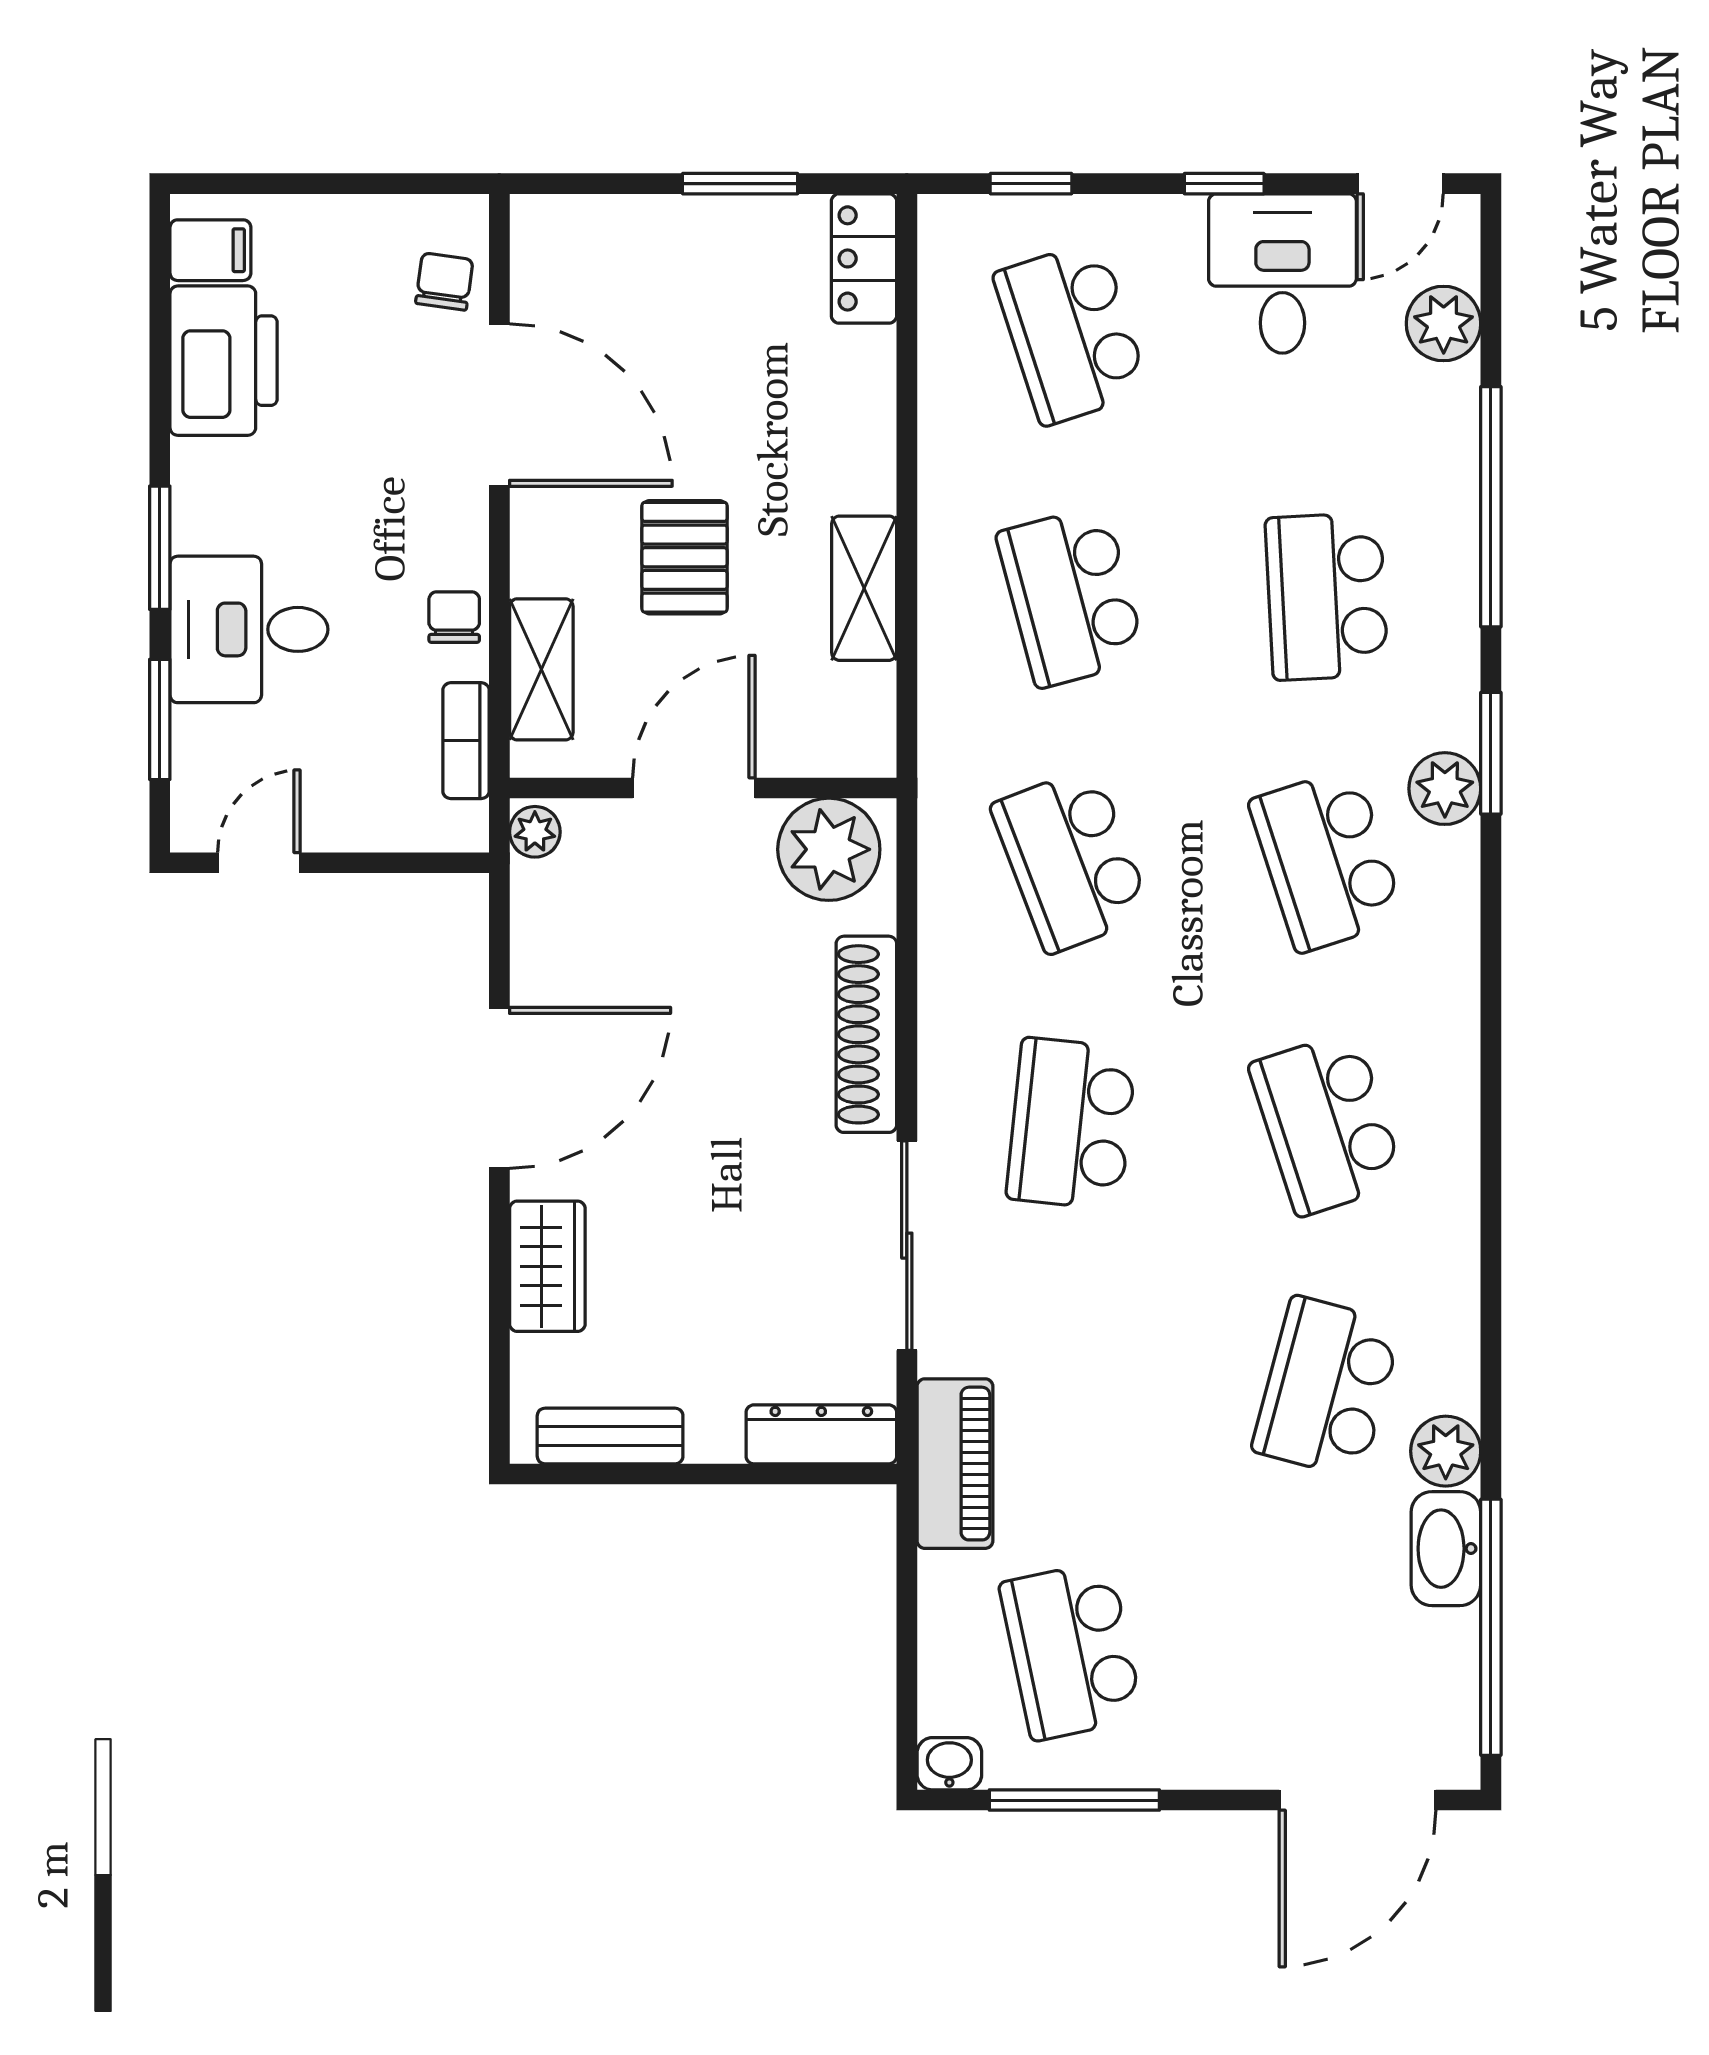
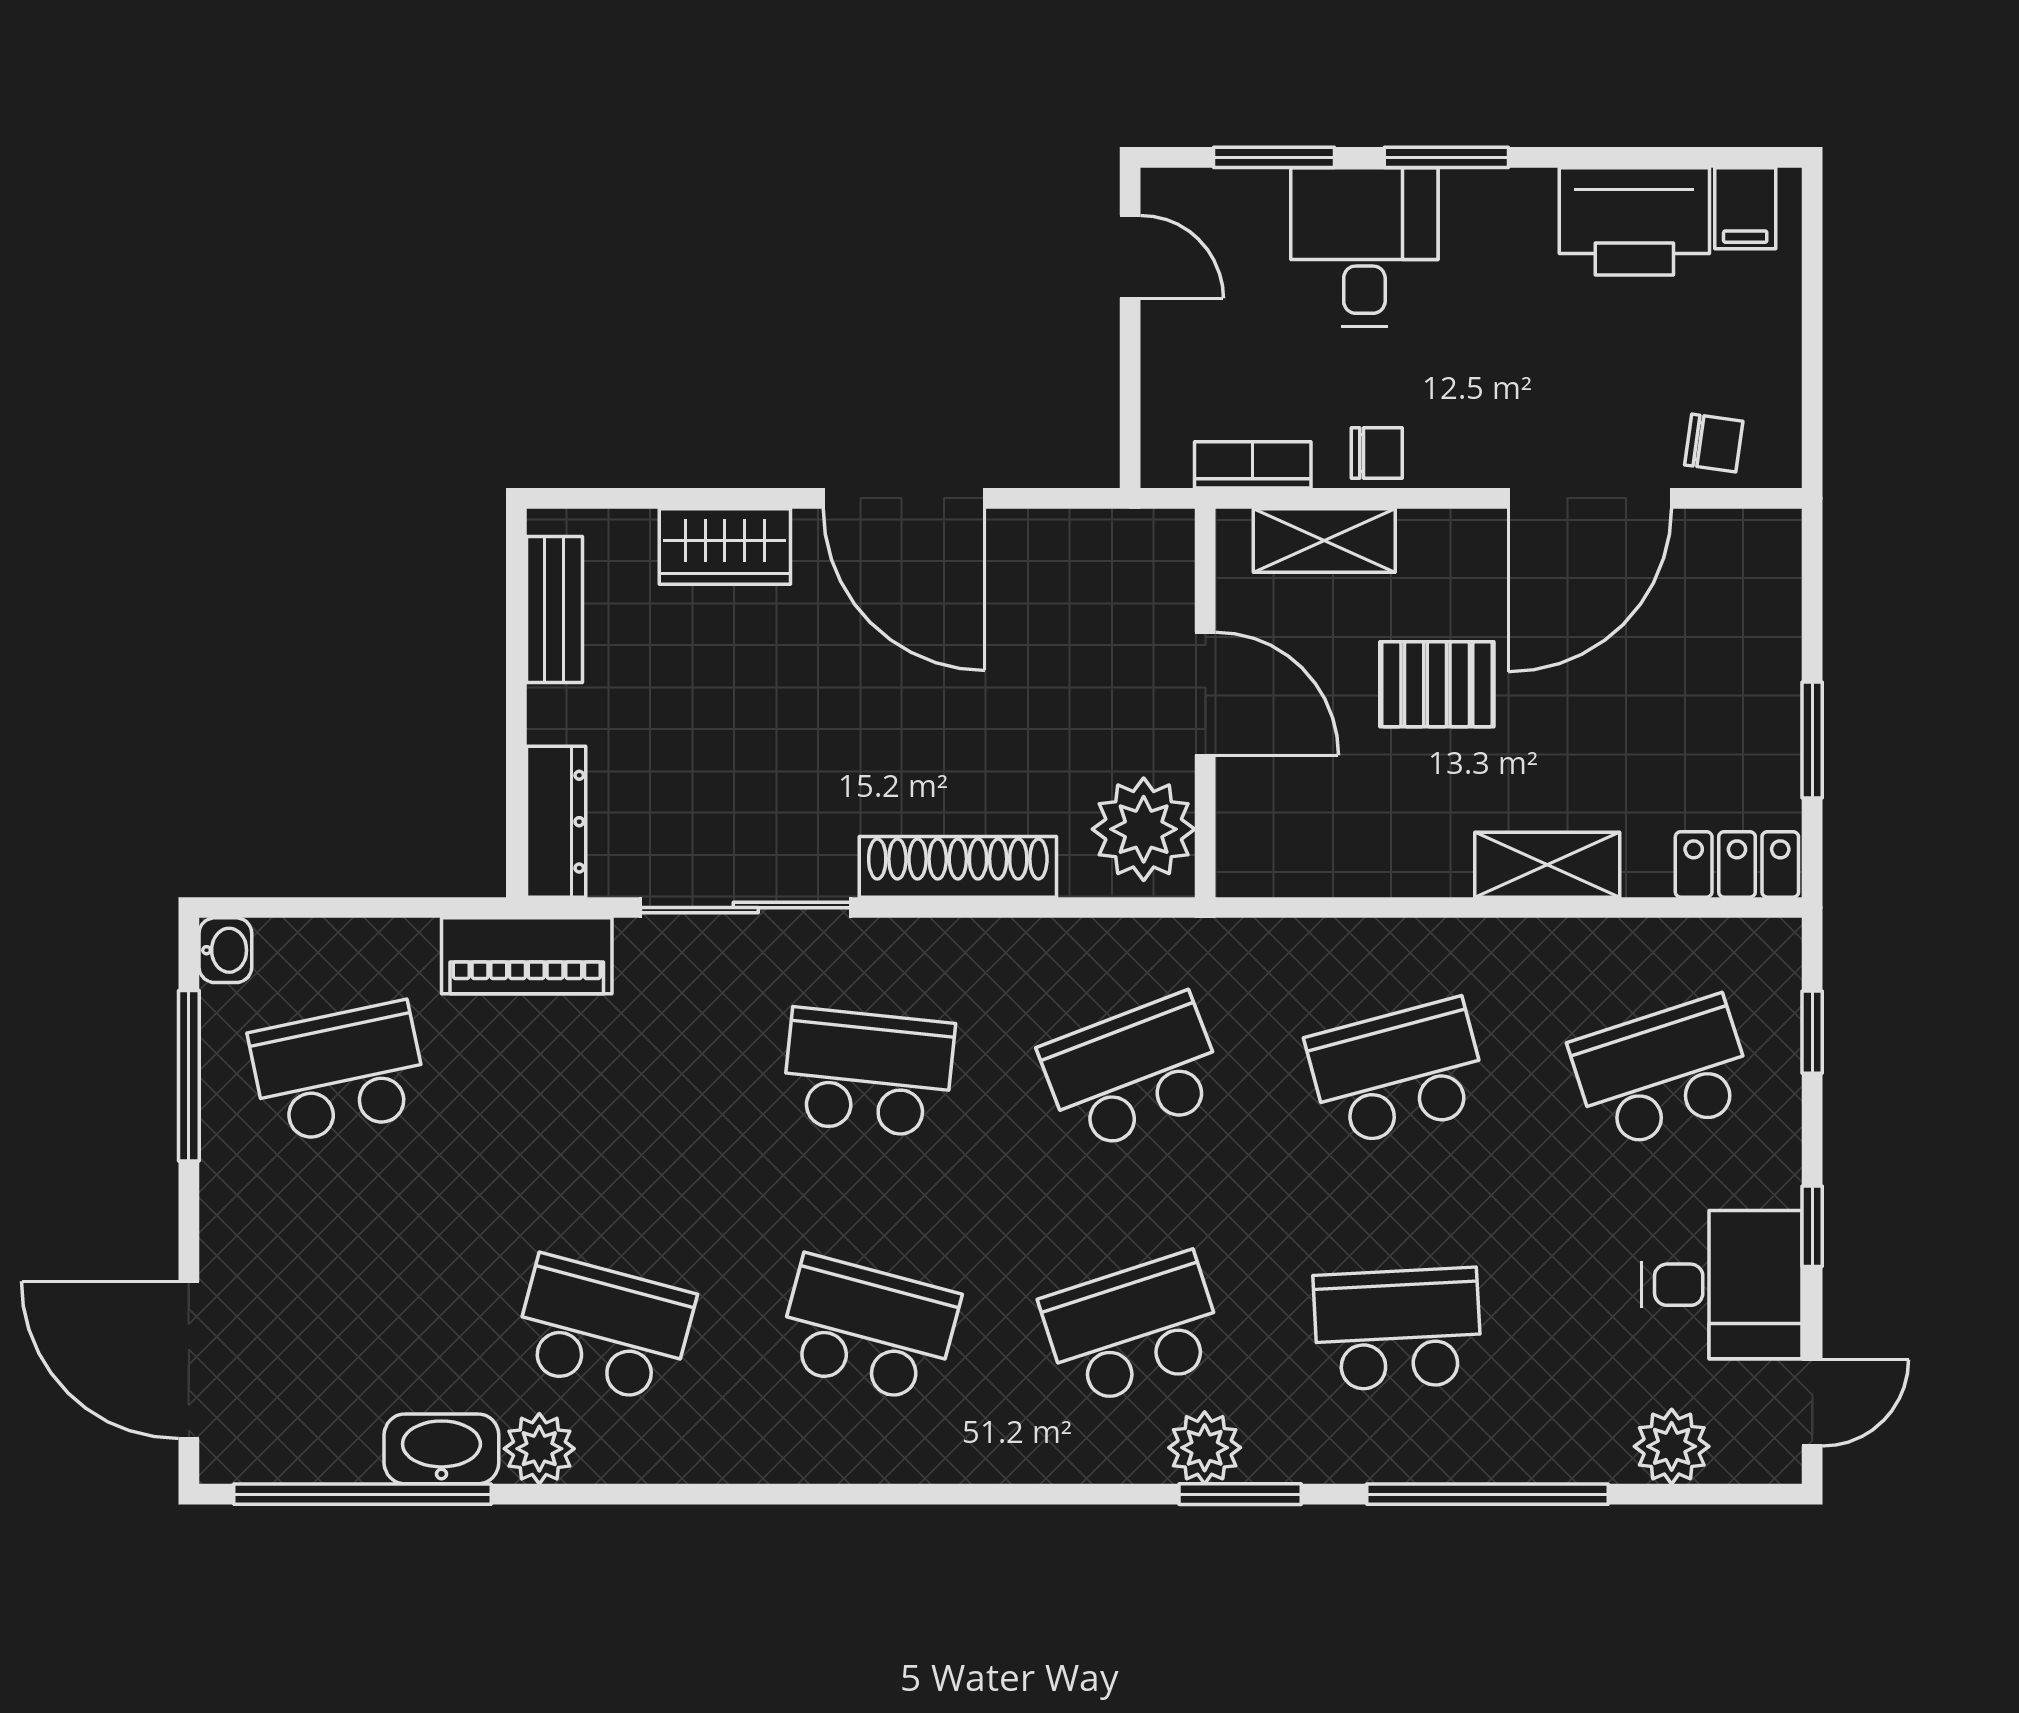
door: (1400, 184) -> (1812, 1403), swing flipped
shelving: (864, 588) -> (1547, 865), moved
plant: (535, 832) -> (1161, 534), removed
school desk: (1327, 1124) -> (868, 1329), turned 33

